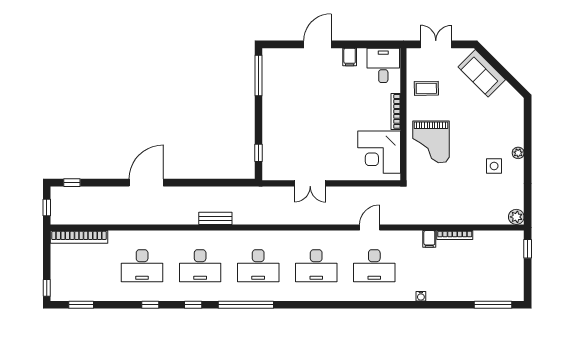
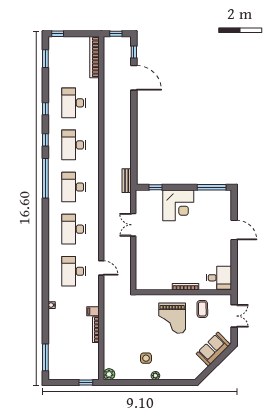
filing cabinet: (350, 57) -> (225, 253), removed
grand piano: (431, 142) -> (172, 318), moved, turned -90
corner desk: (379, 152) -> (178, 205), moved, turned 180
door: (146, 183) -> (134, 78), moved
bench: (215, 218) -> (127, 181), moved

